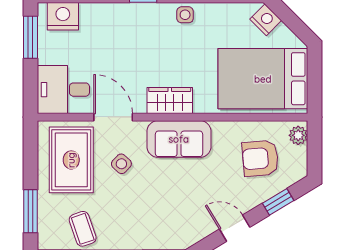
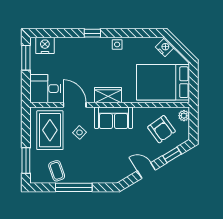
armchair: (260, 158) -> (161, 129), turned -121

